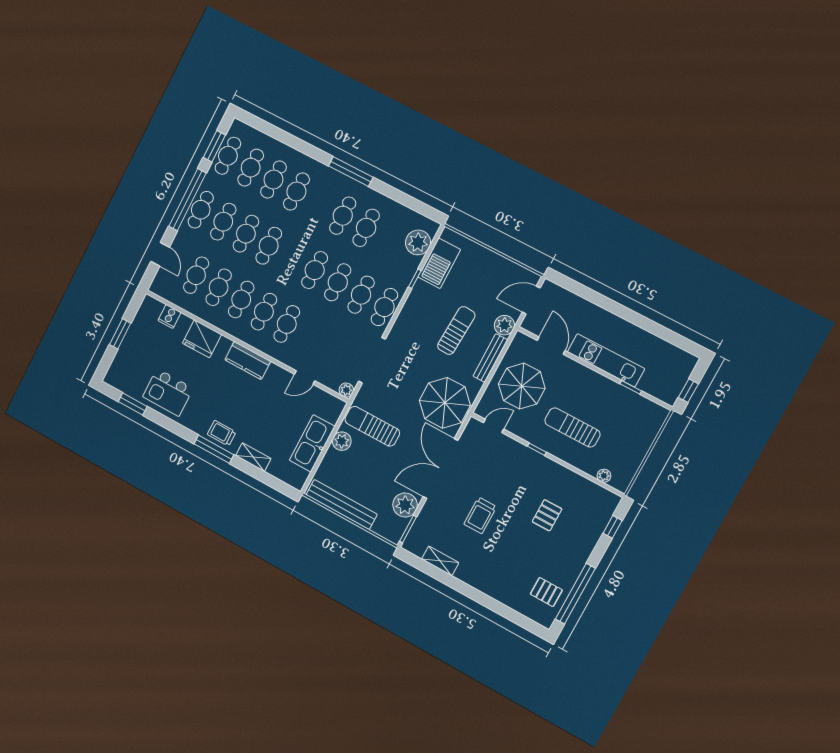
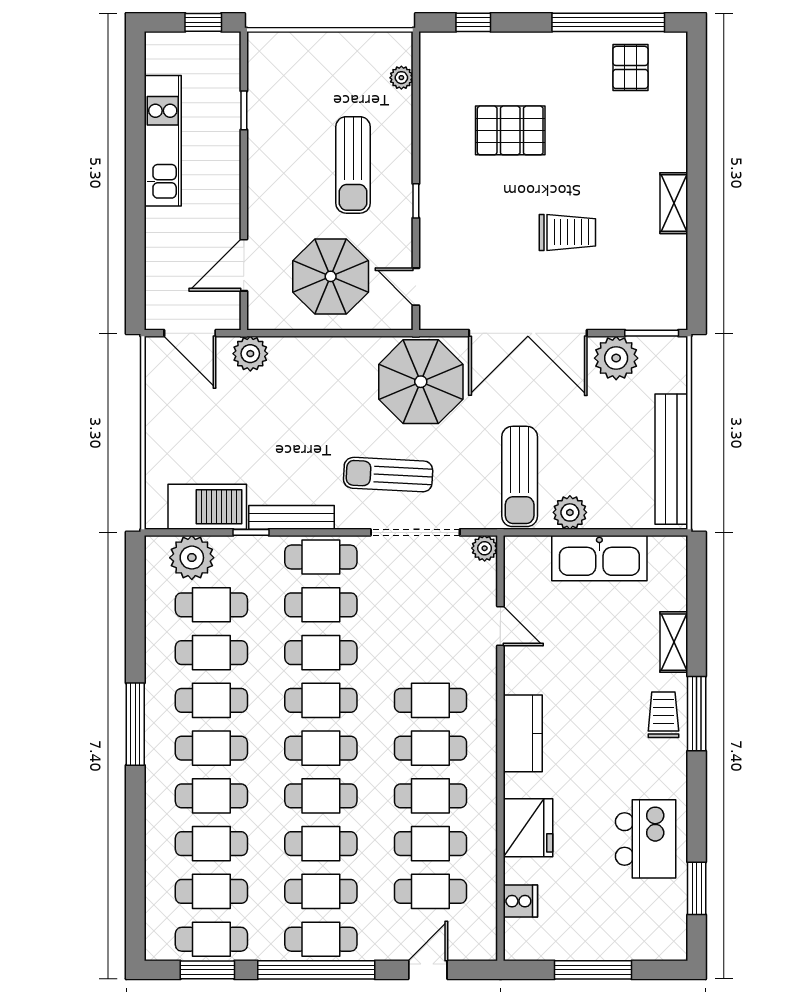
cafe table: (320, 204) -> (211, 748), added
cafe table: (390, 240) -> (211, 605), added
cafe table: (292, 258) -> (321, 748), added
sun lounger: (456, 331) -> (388, 475), moved
window: (120, 334) -> (593, 970), width x1.44
bench: (490, 358) -> (291, 517), moved
kitchen unit: (606, 360) -> (163, 141), moved, turned 180
trolley: (222, 433) -> (663, 715), turned 180
pallet: (547, 515) -> (510, 130), width x1.50, depth x1.42
shelving: (440, 561) -> (674, 203), moved

